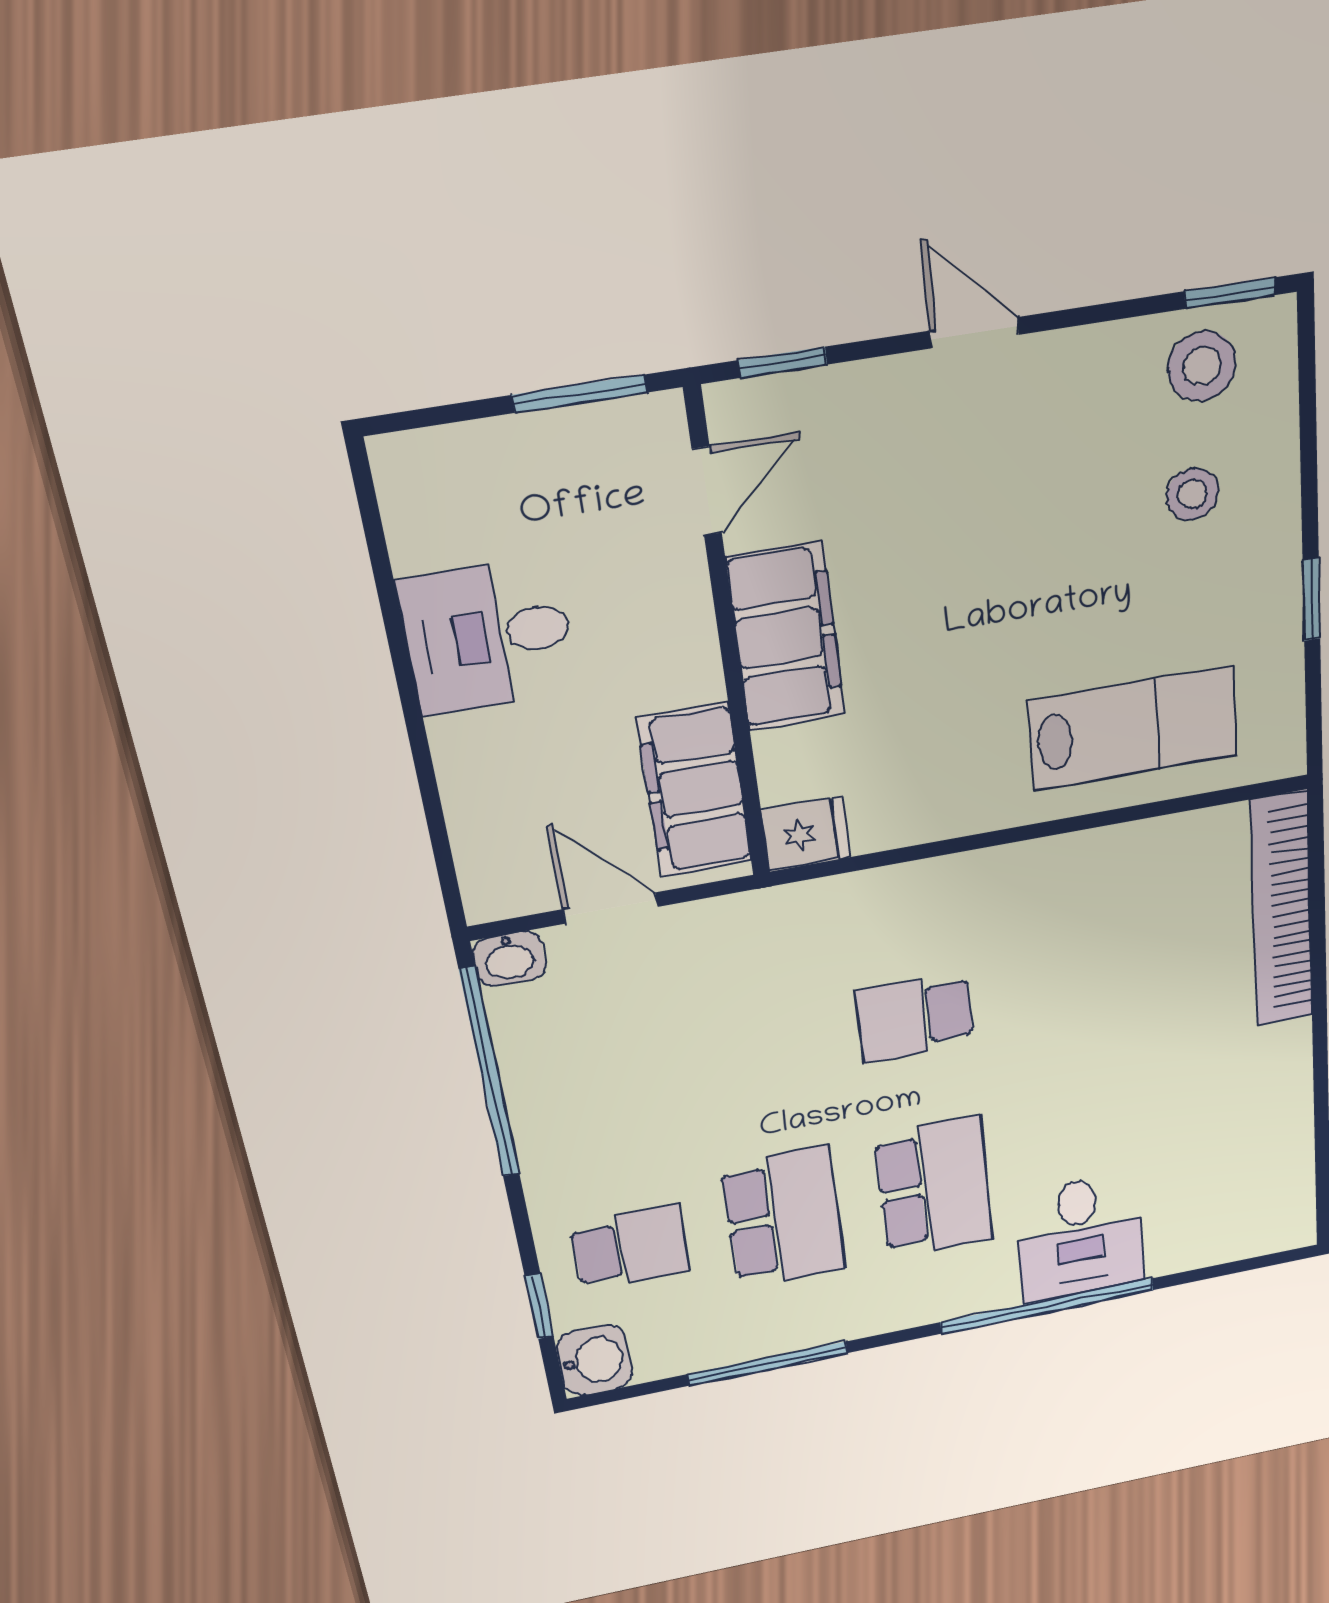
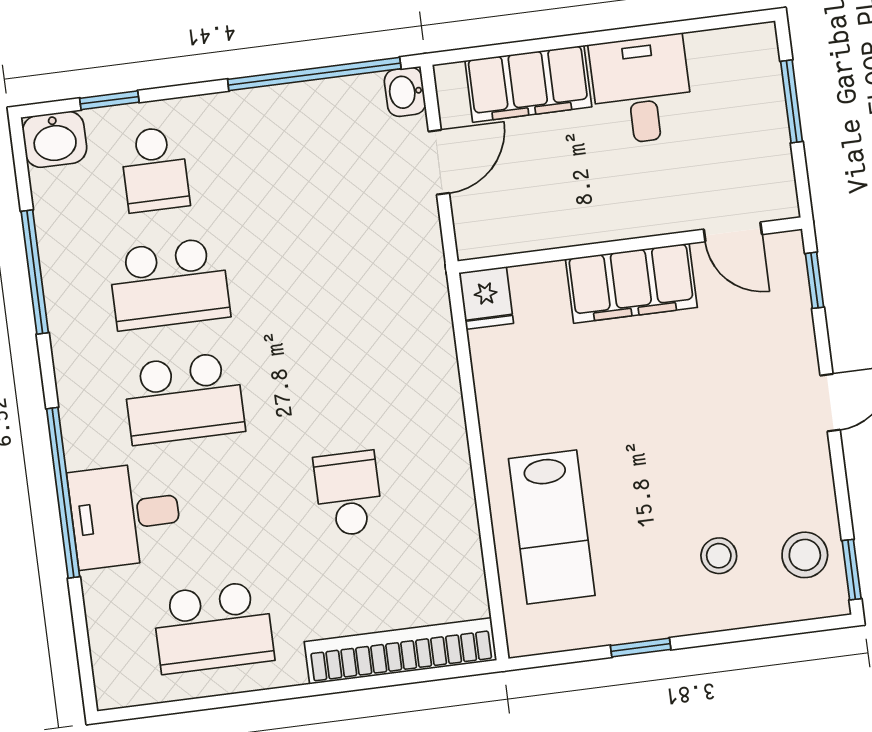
window: (580, 394) -> (792, 101), moved
filing cabinet: (695, 790) -> (528, 84), moved, turned 180
school desk: (915, 1017) -> (348, 494), moved
school desk: (1229, 1129) -> (213, 627), added

